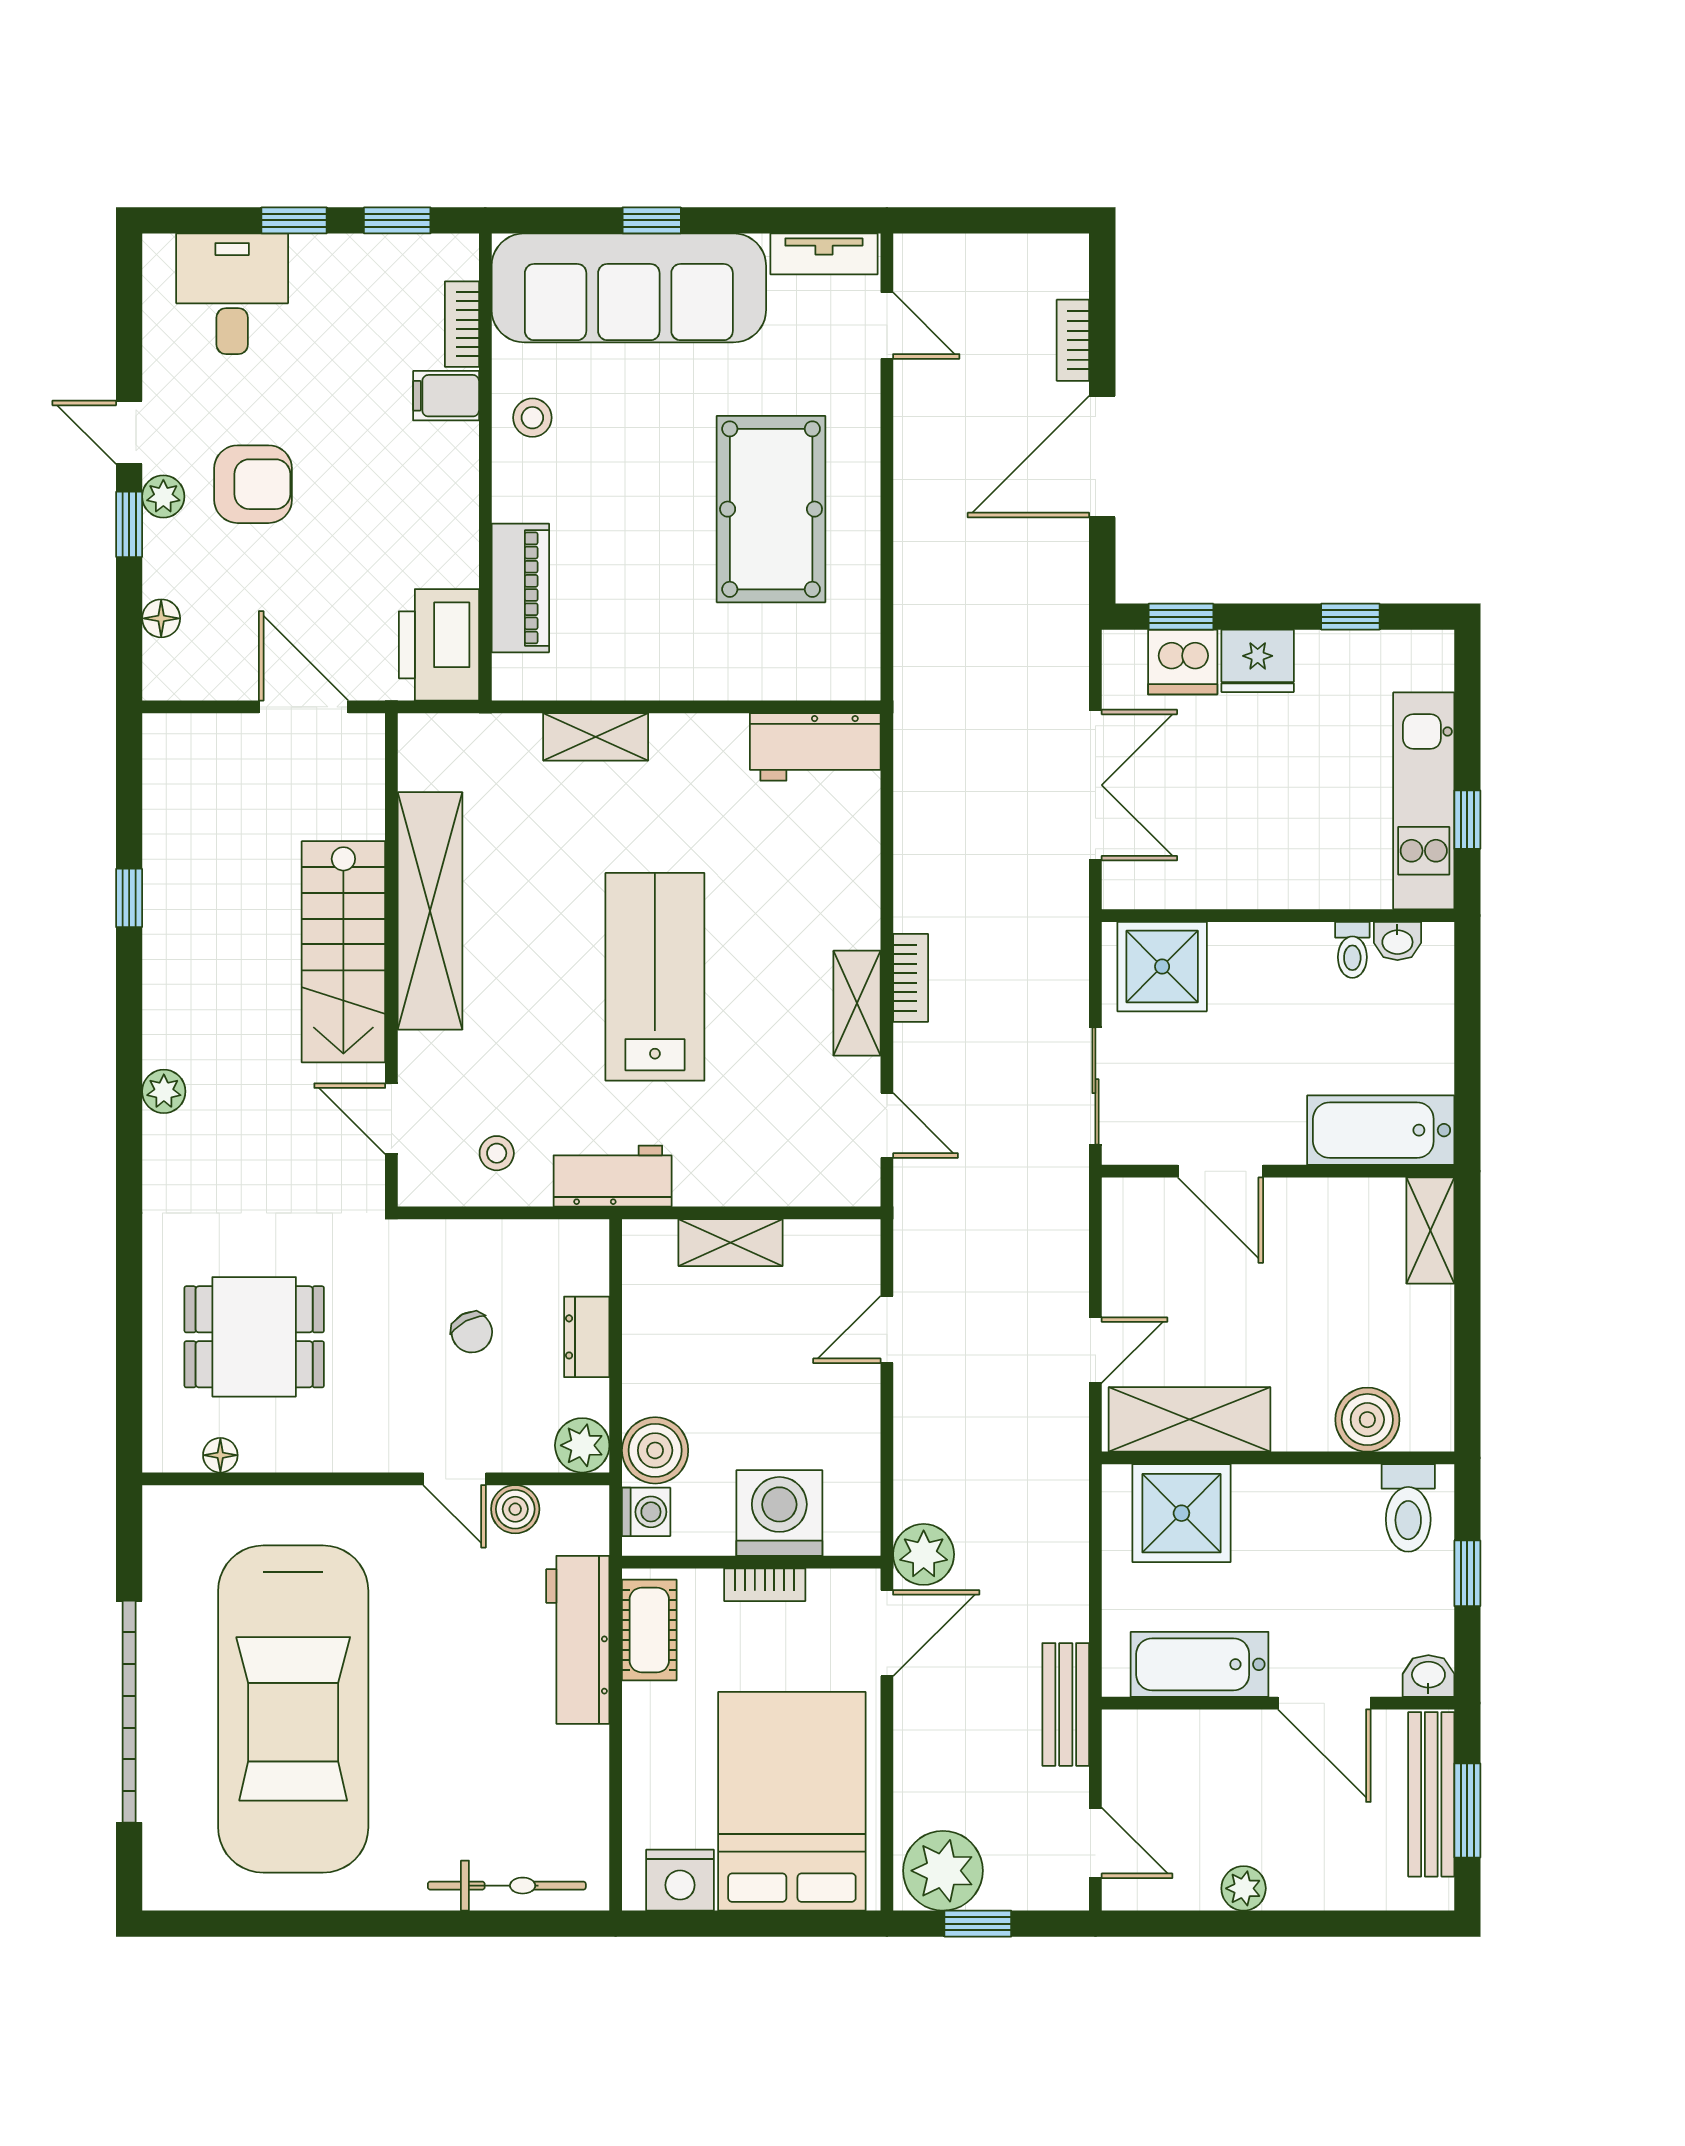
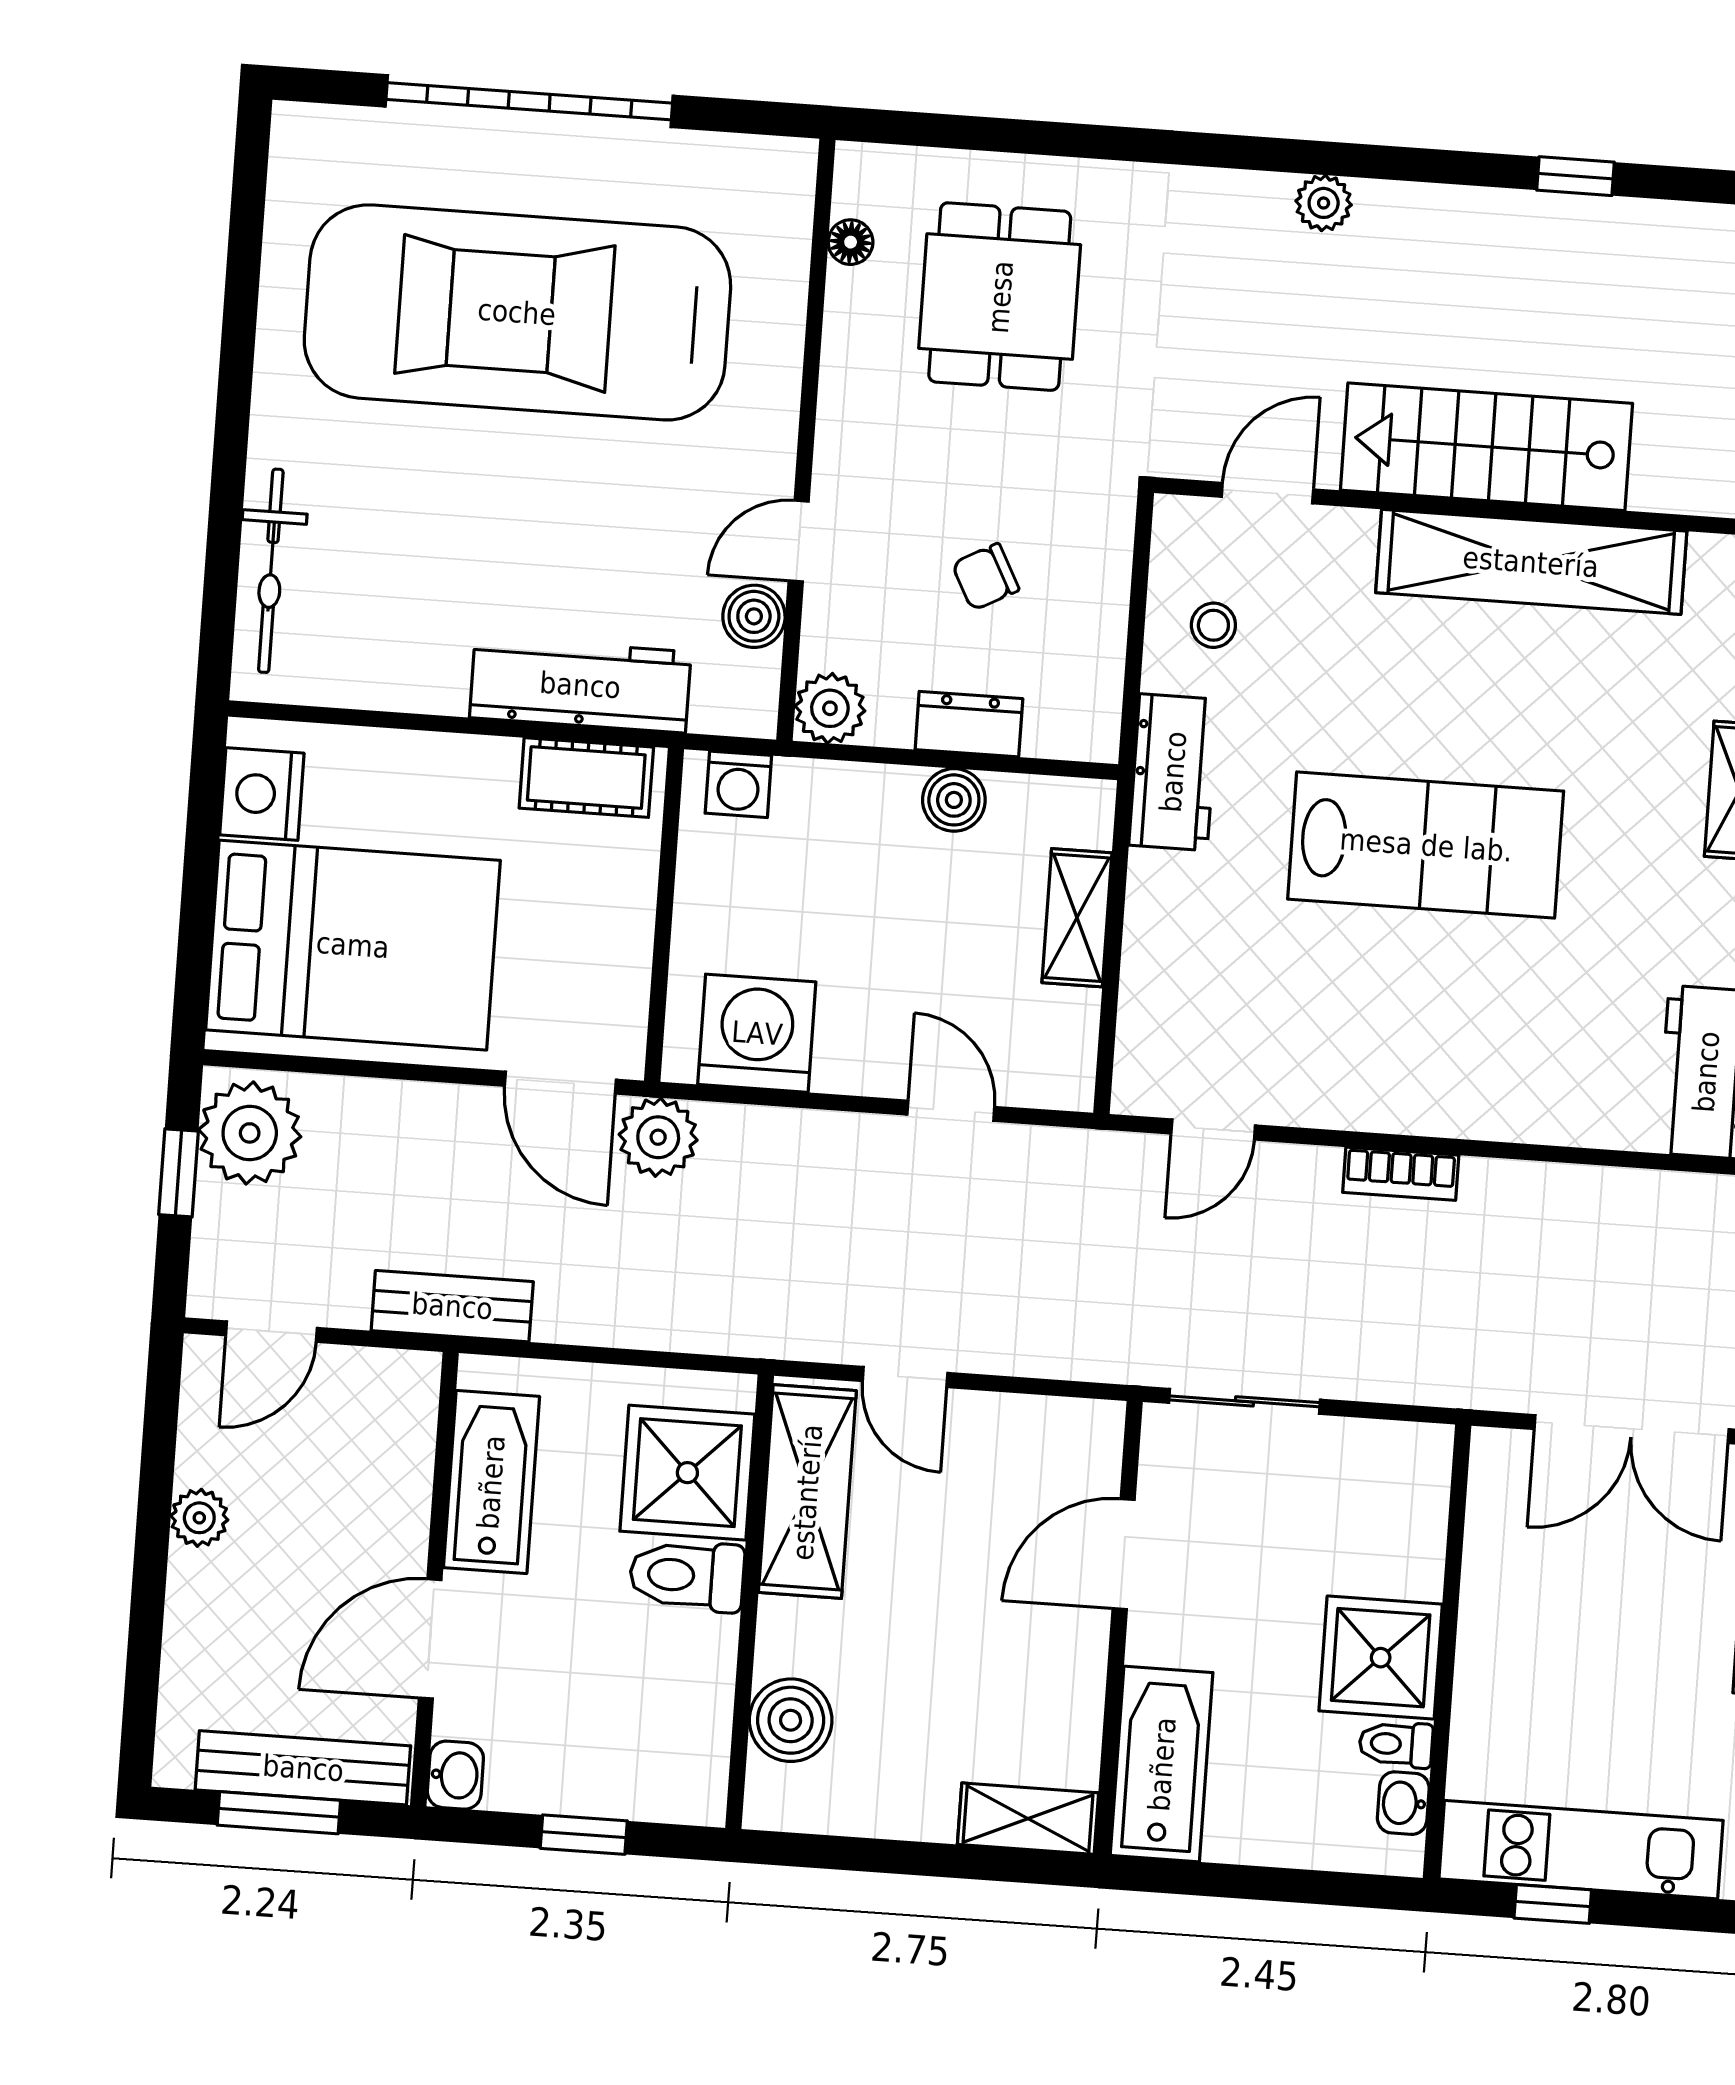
shower: (1162, 967) -> (1381, 1658), moved
shelving: (857, 1003) -> (1373, 1102), removed
boiler: (655, 1450) -> (954, 800), moved, width x0.73, depth x0.73
toilet: (1408, 1508) -> (687, 1576), moved
washing machine: (779, 1513) -> (757, 1033), moved, turned -90
bookcase: (765, 1585) -> (634, 930), removed

